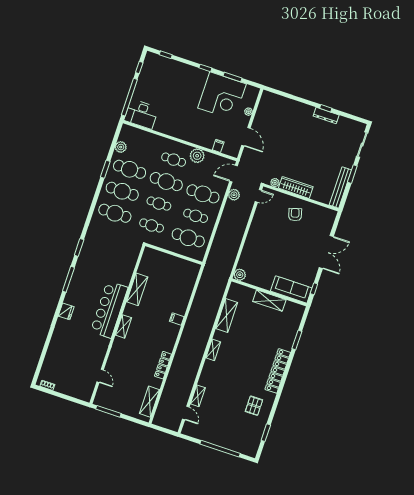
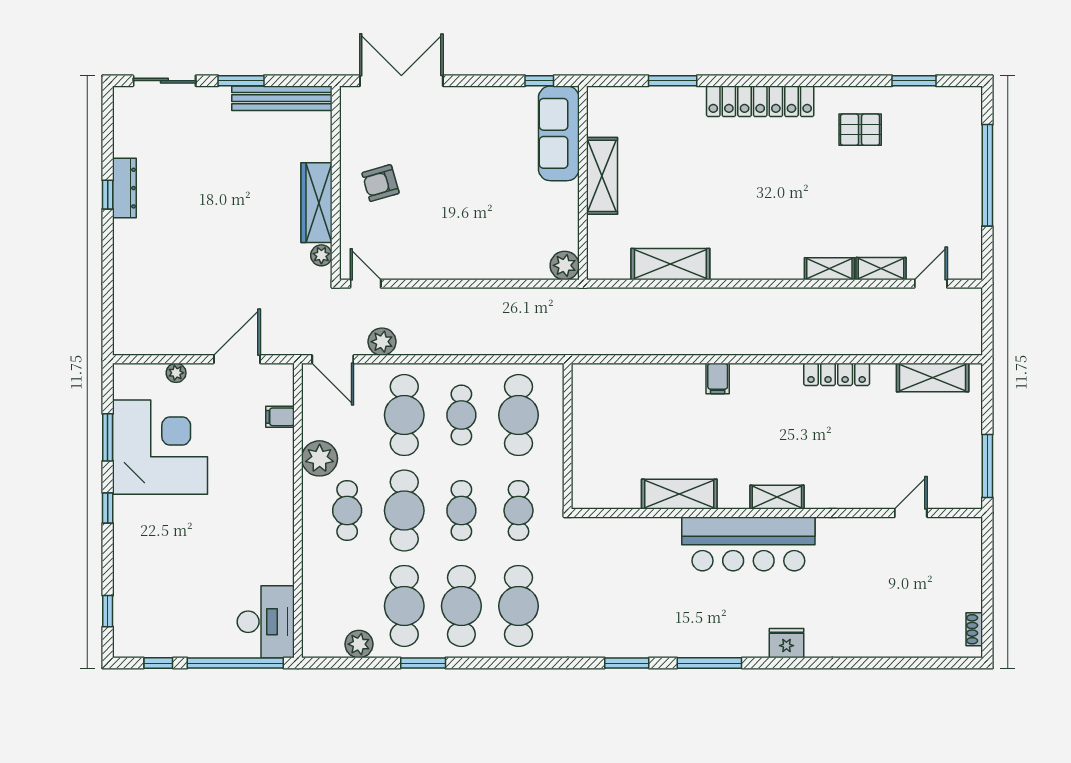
double door: (326, 252) -> (401, 81), moved
shelving: (213, 350) -> (829, 269), moved

